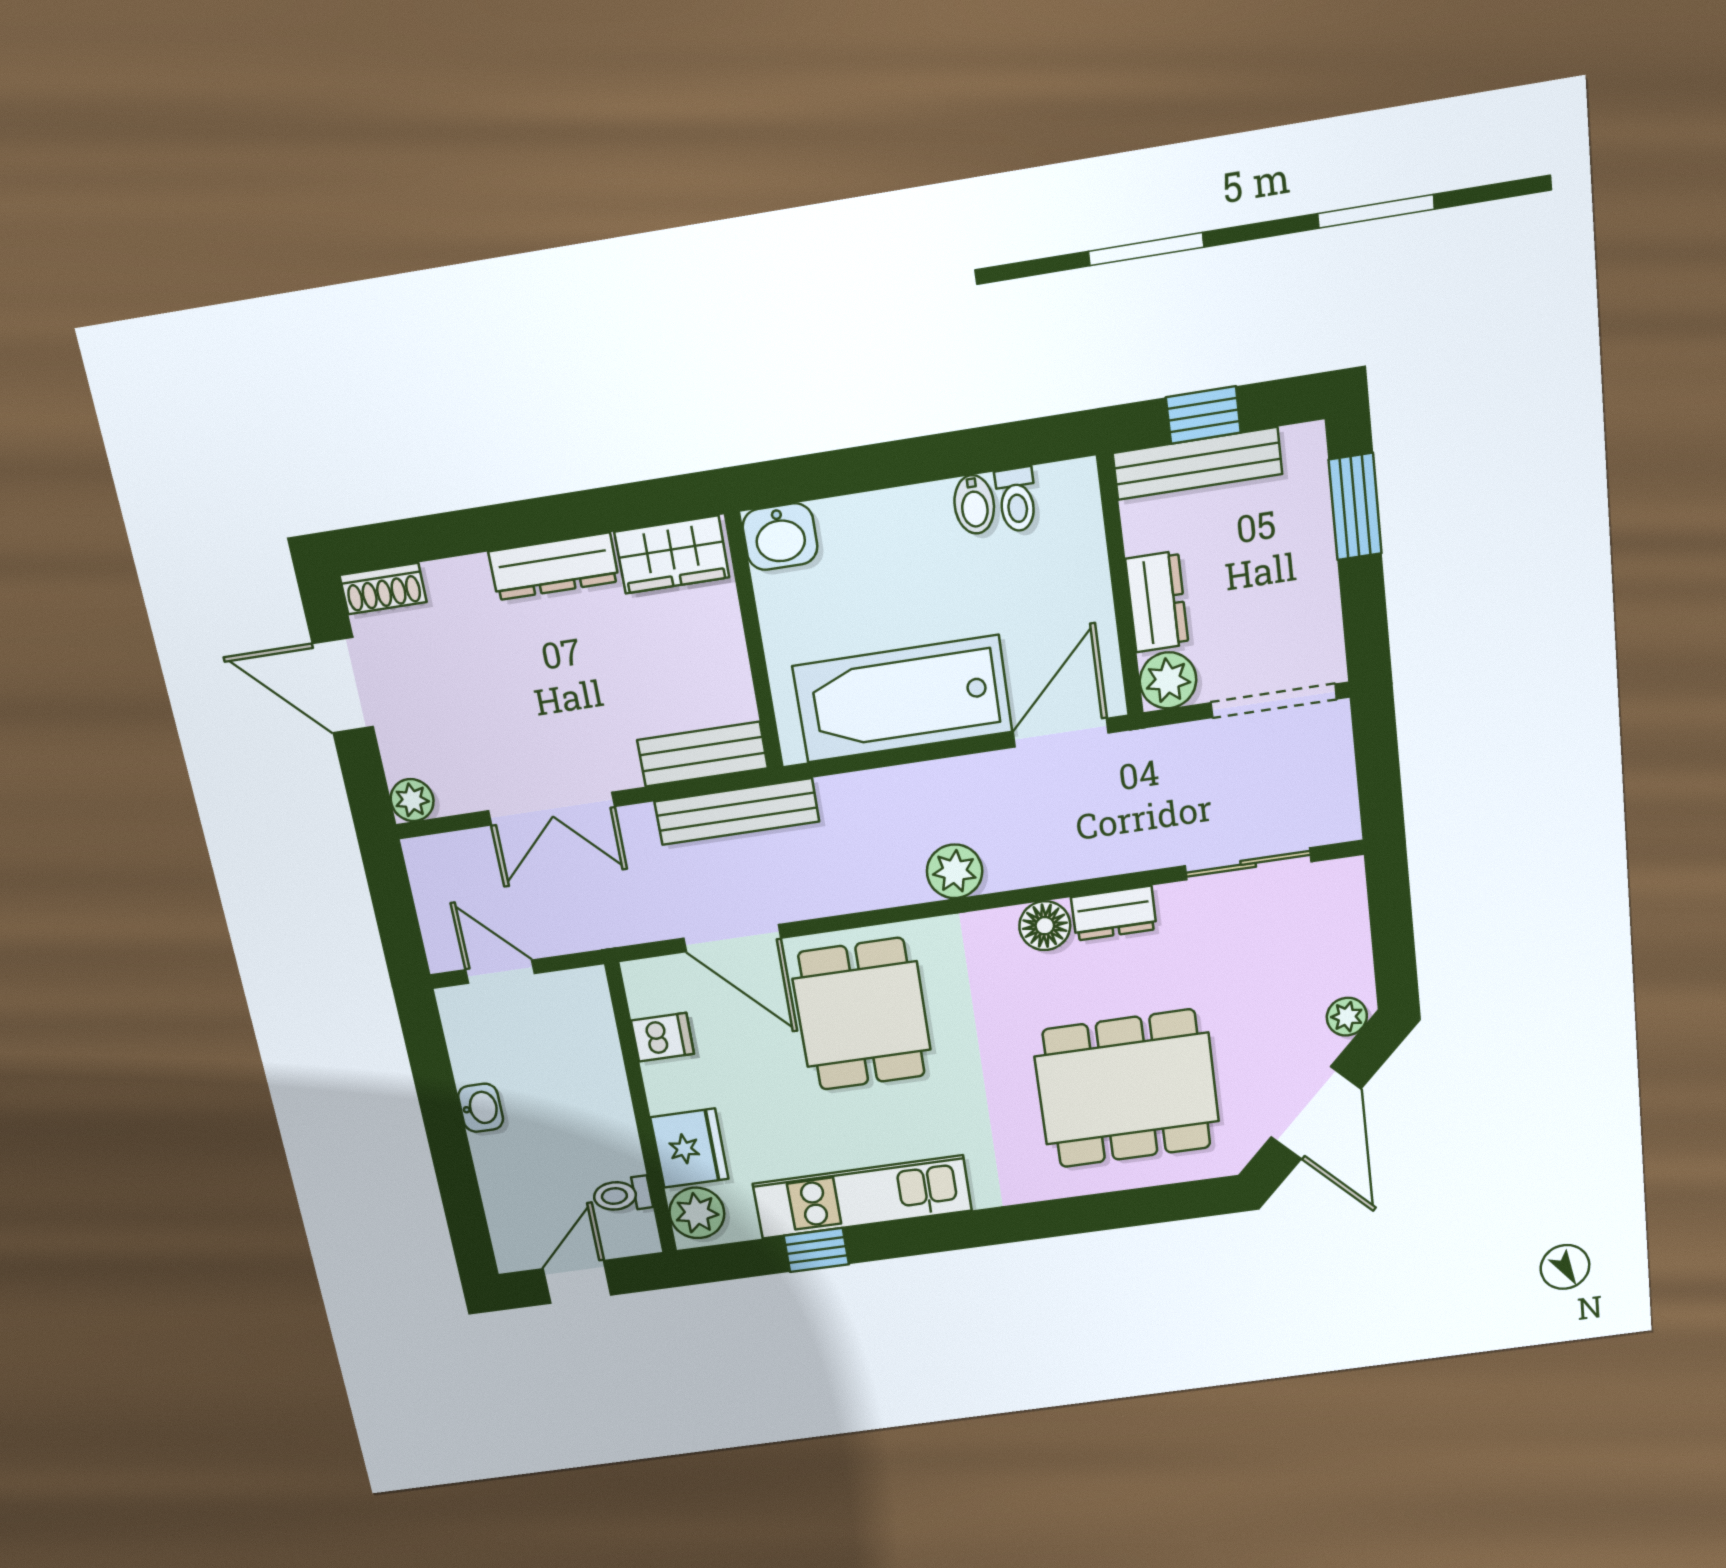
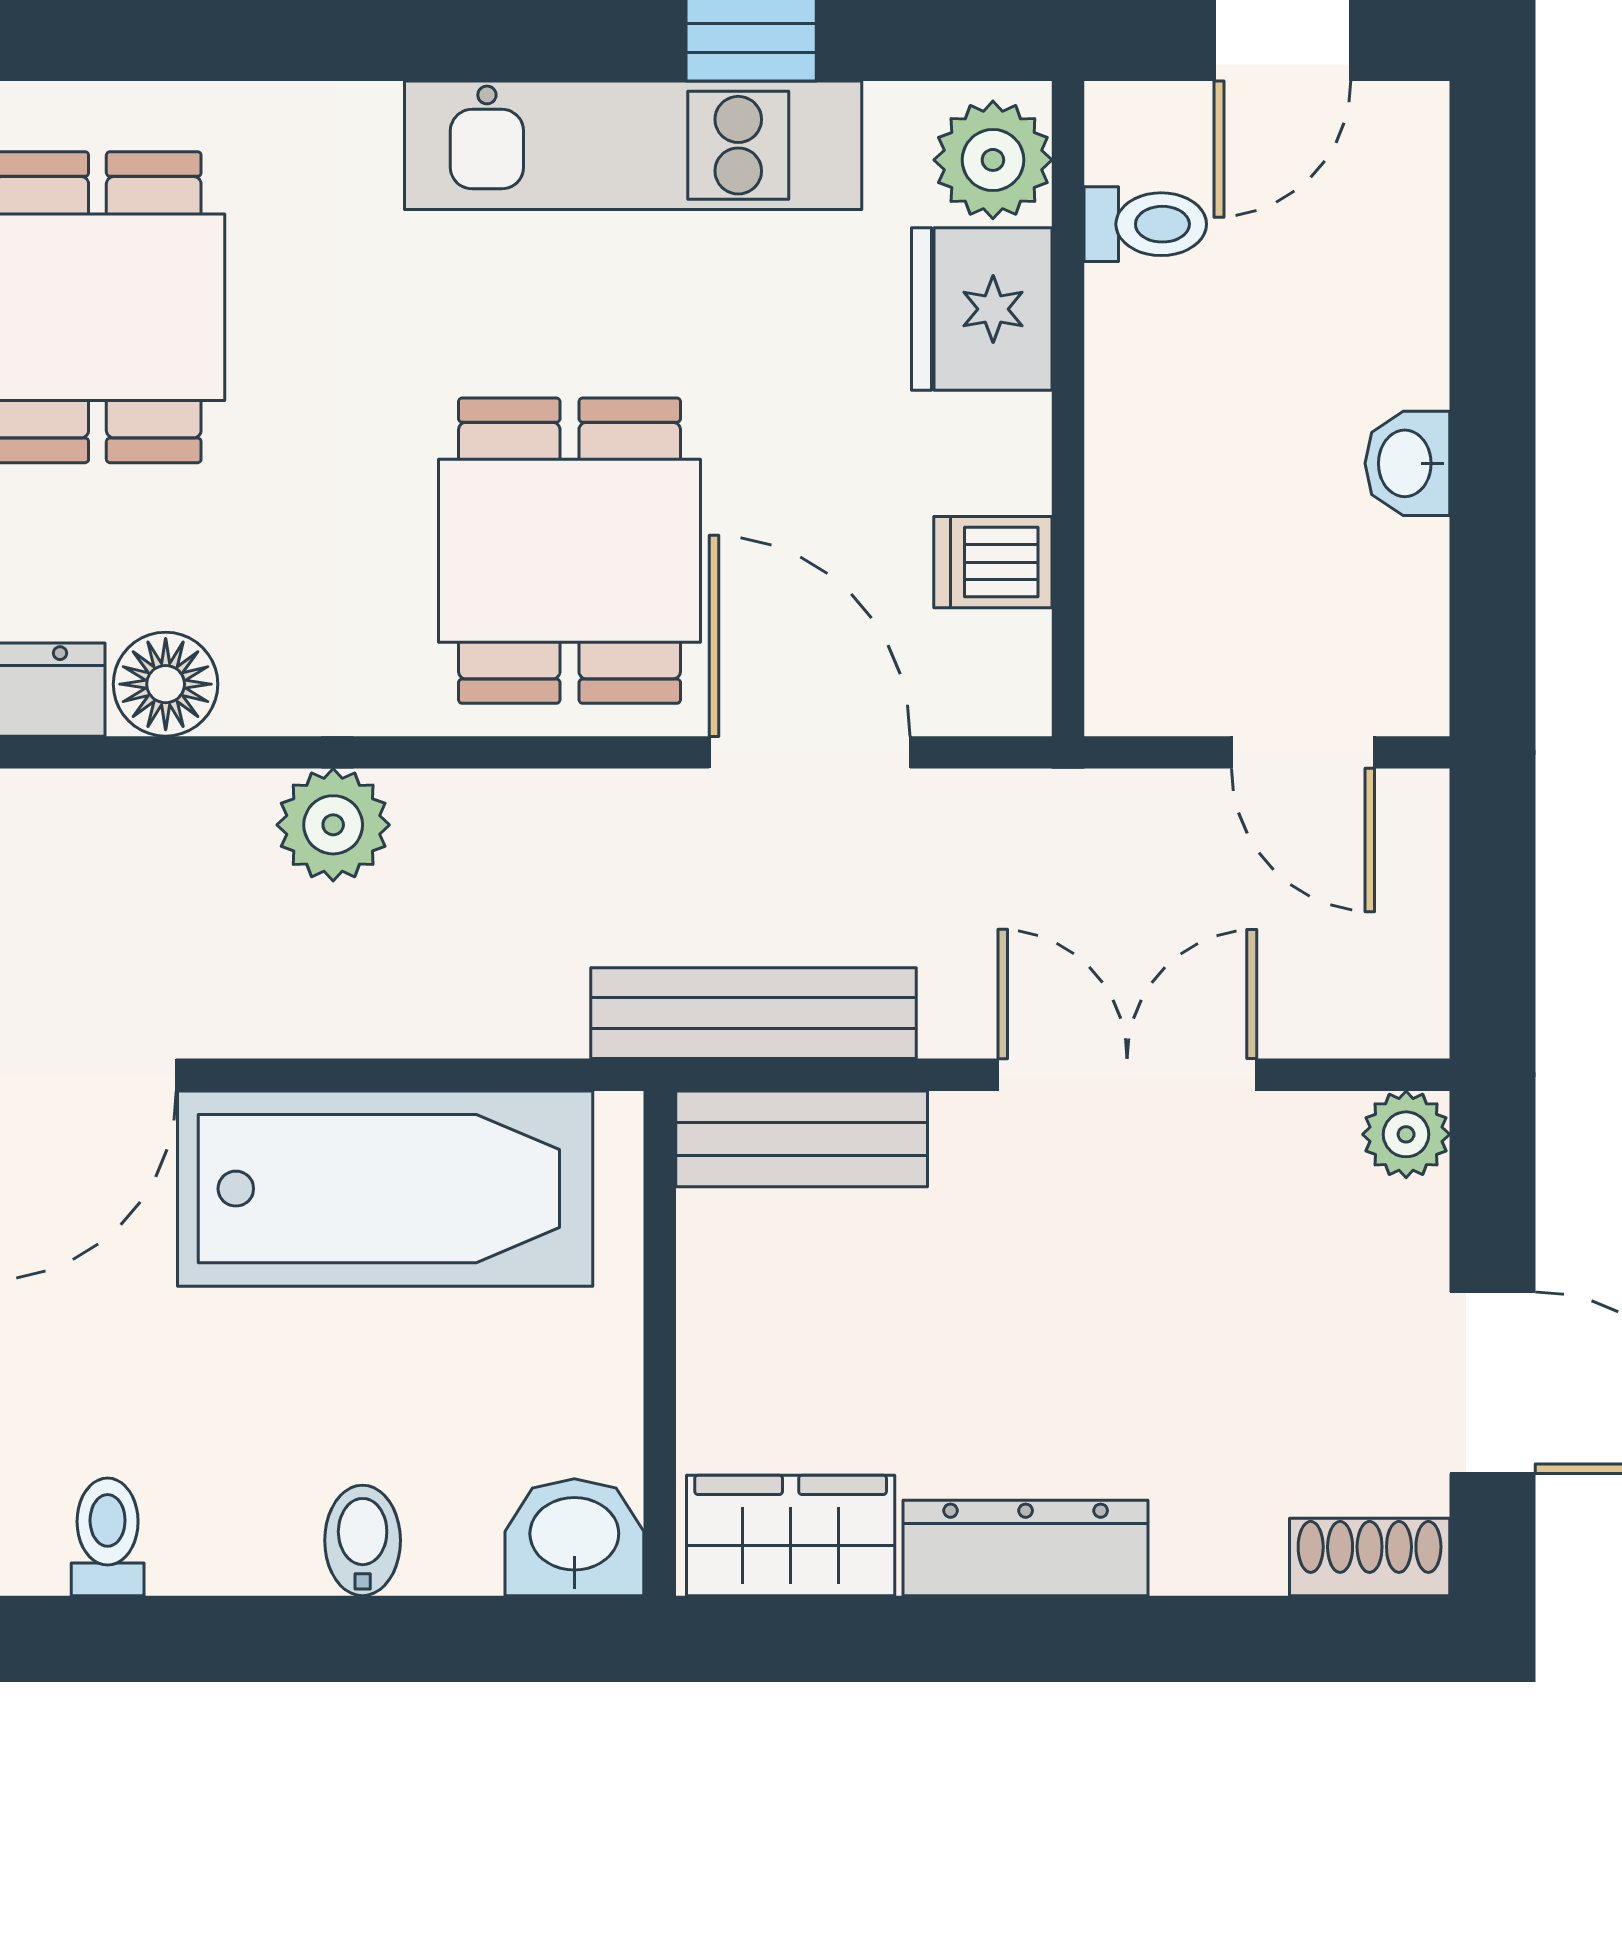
bidet: (974, 504) -> (363, 1540), moved

